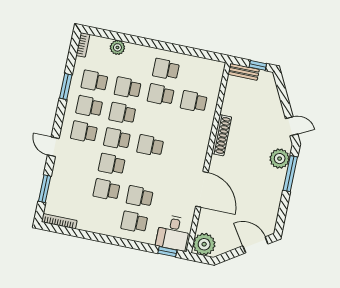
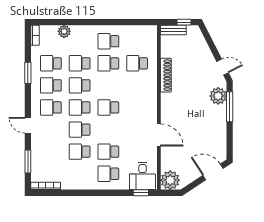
shoe rack: (222, 135) -> (166, 75), moved
door: (202, 189) -> (159, 135), width x0.73

